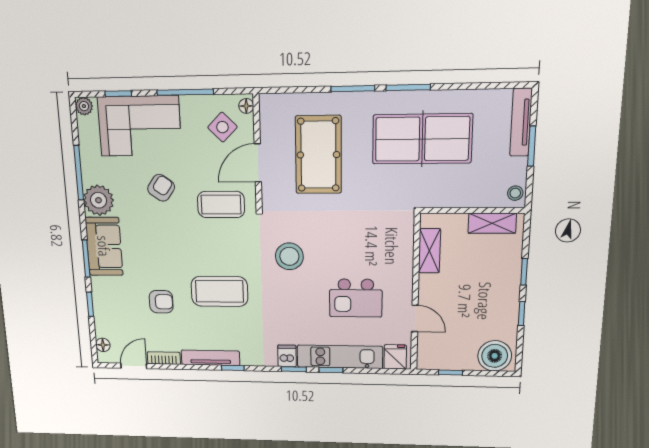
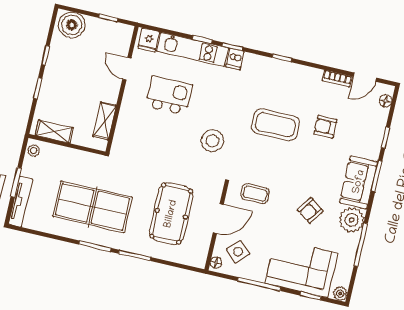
armchair: (161, 188) -> (310, 210), moved
coffee table: (221, 205) -> (255, 194), width x0.73, depth x0.77
tv unit: (210, 358) -> (298, 71), removed

